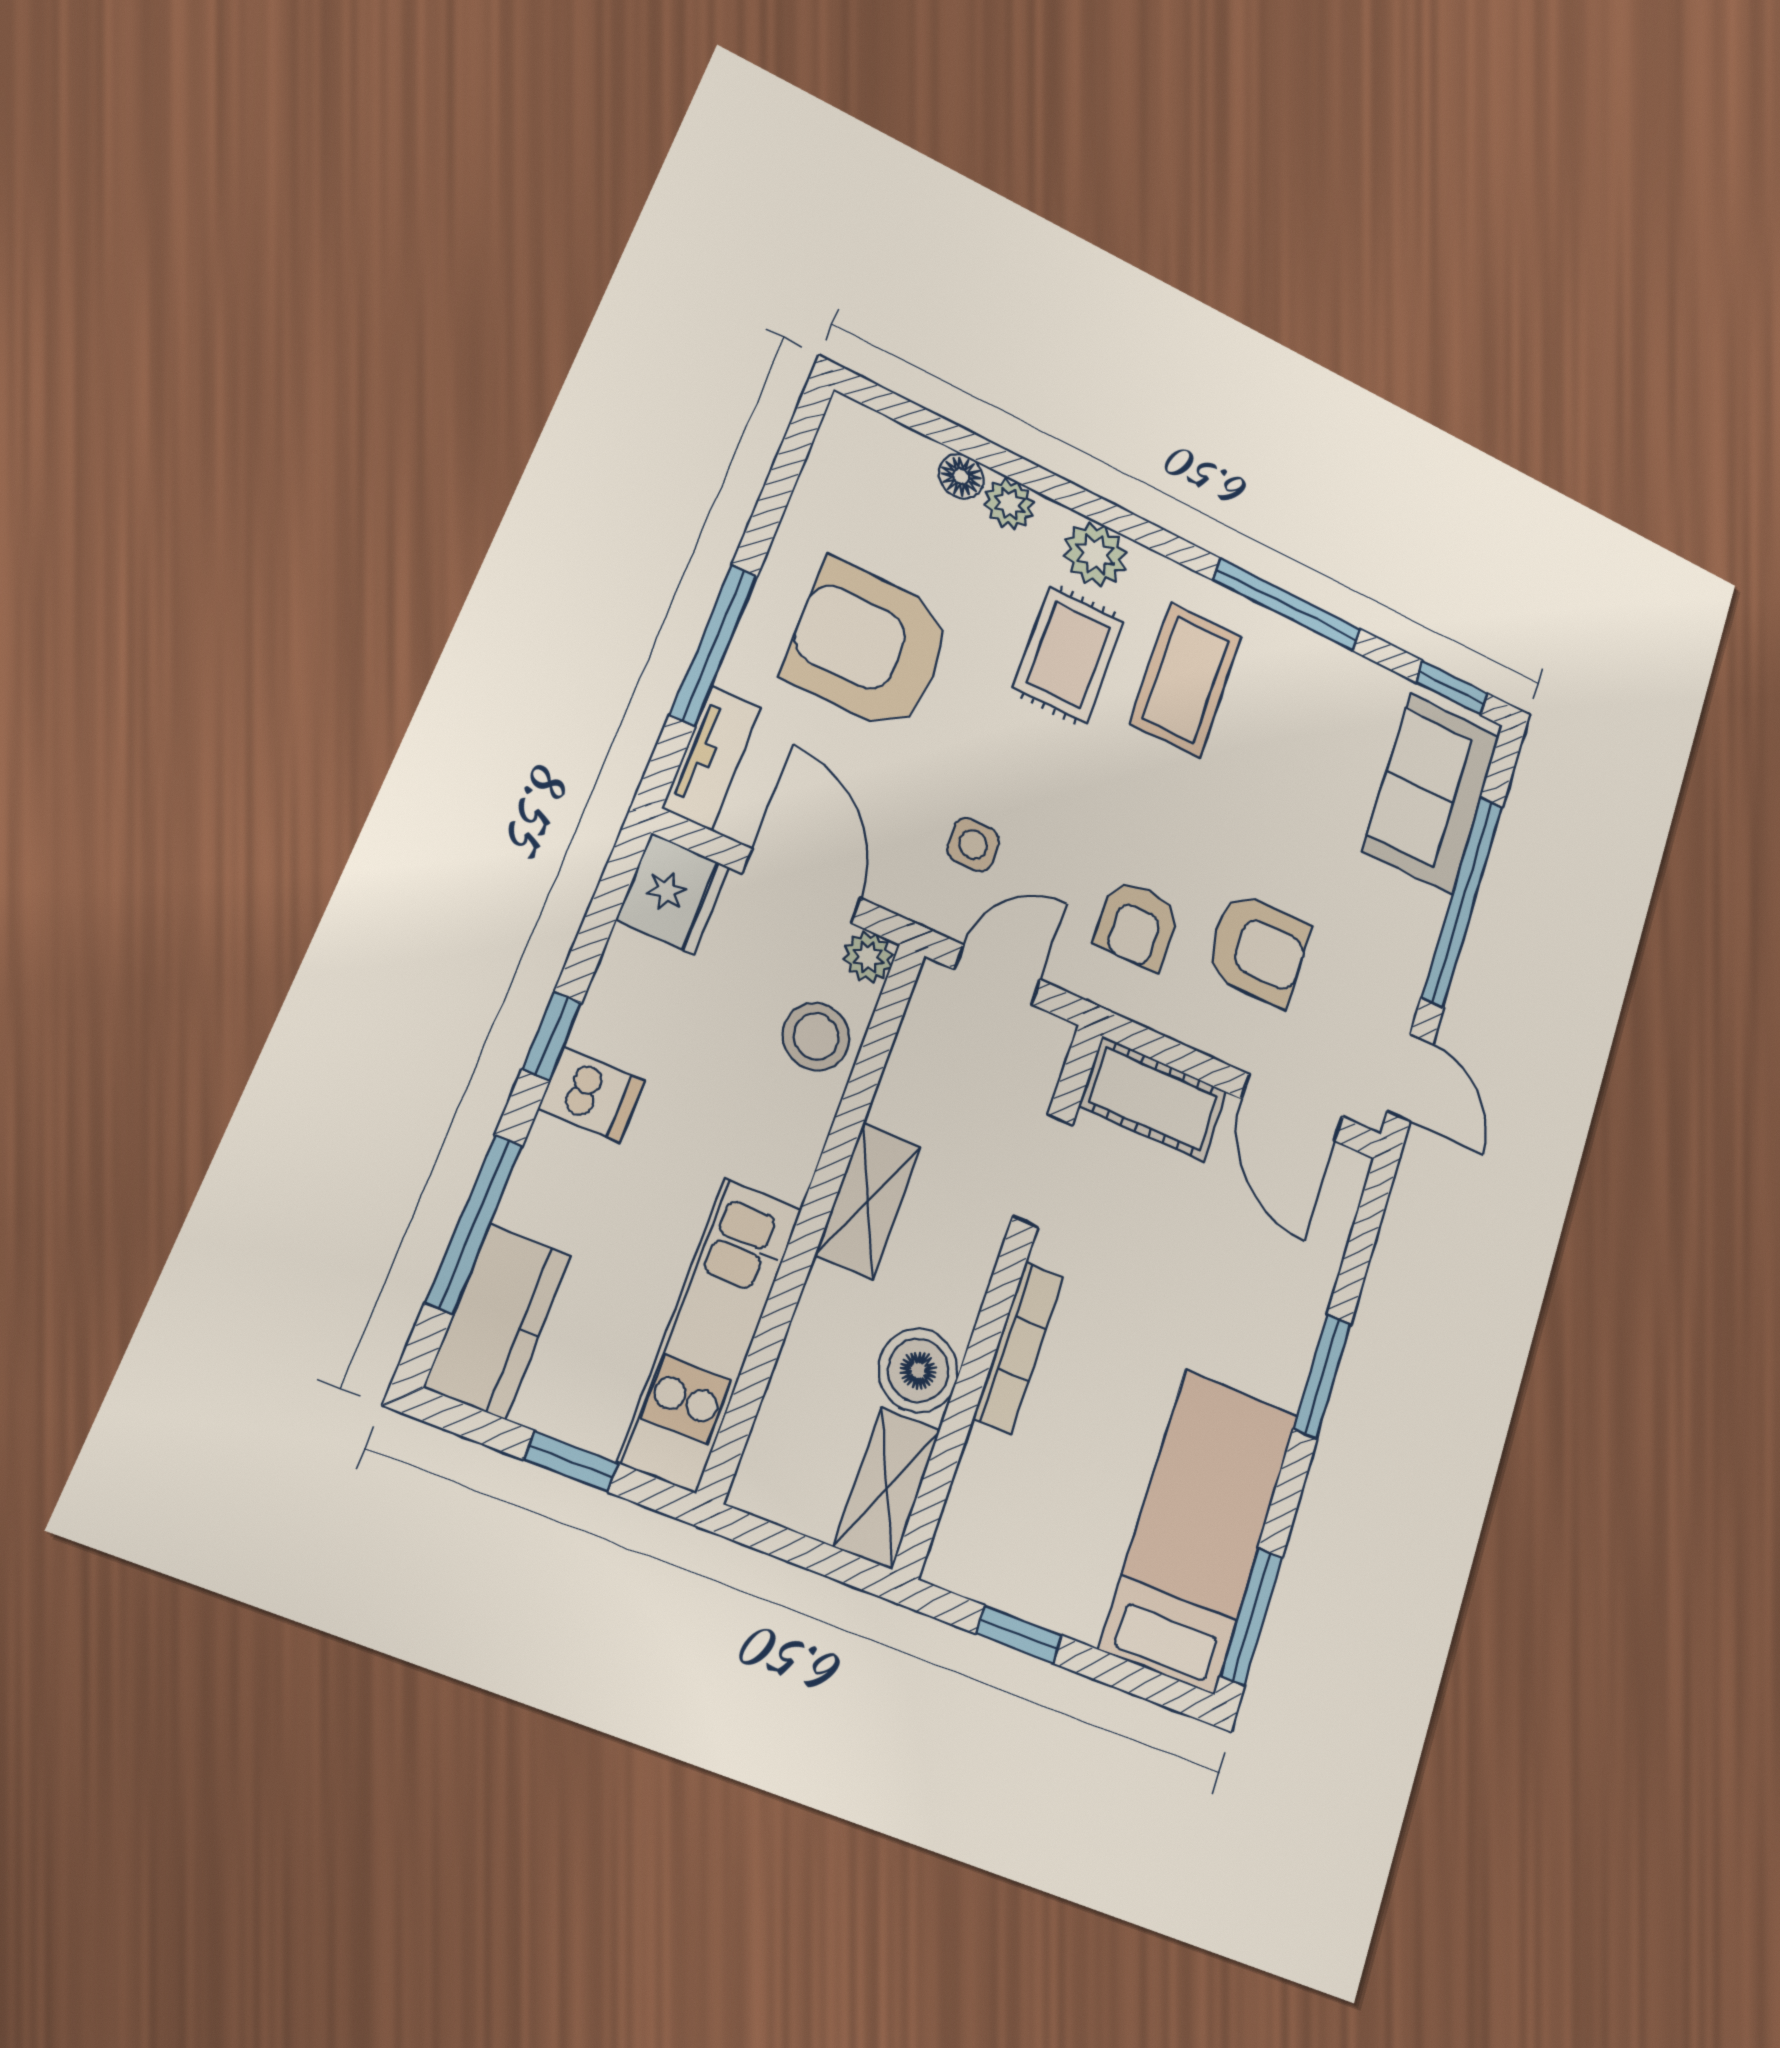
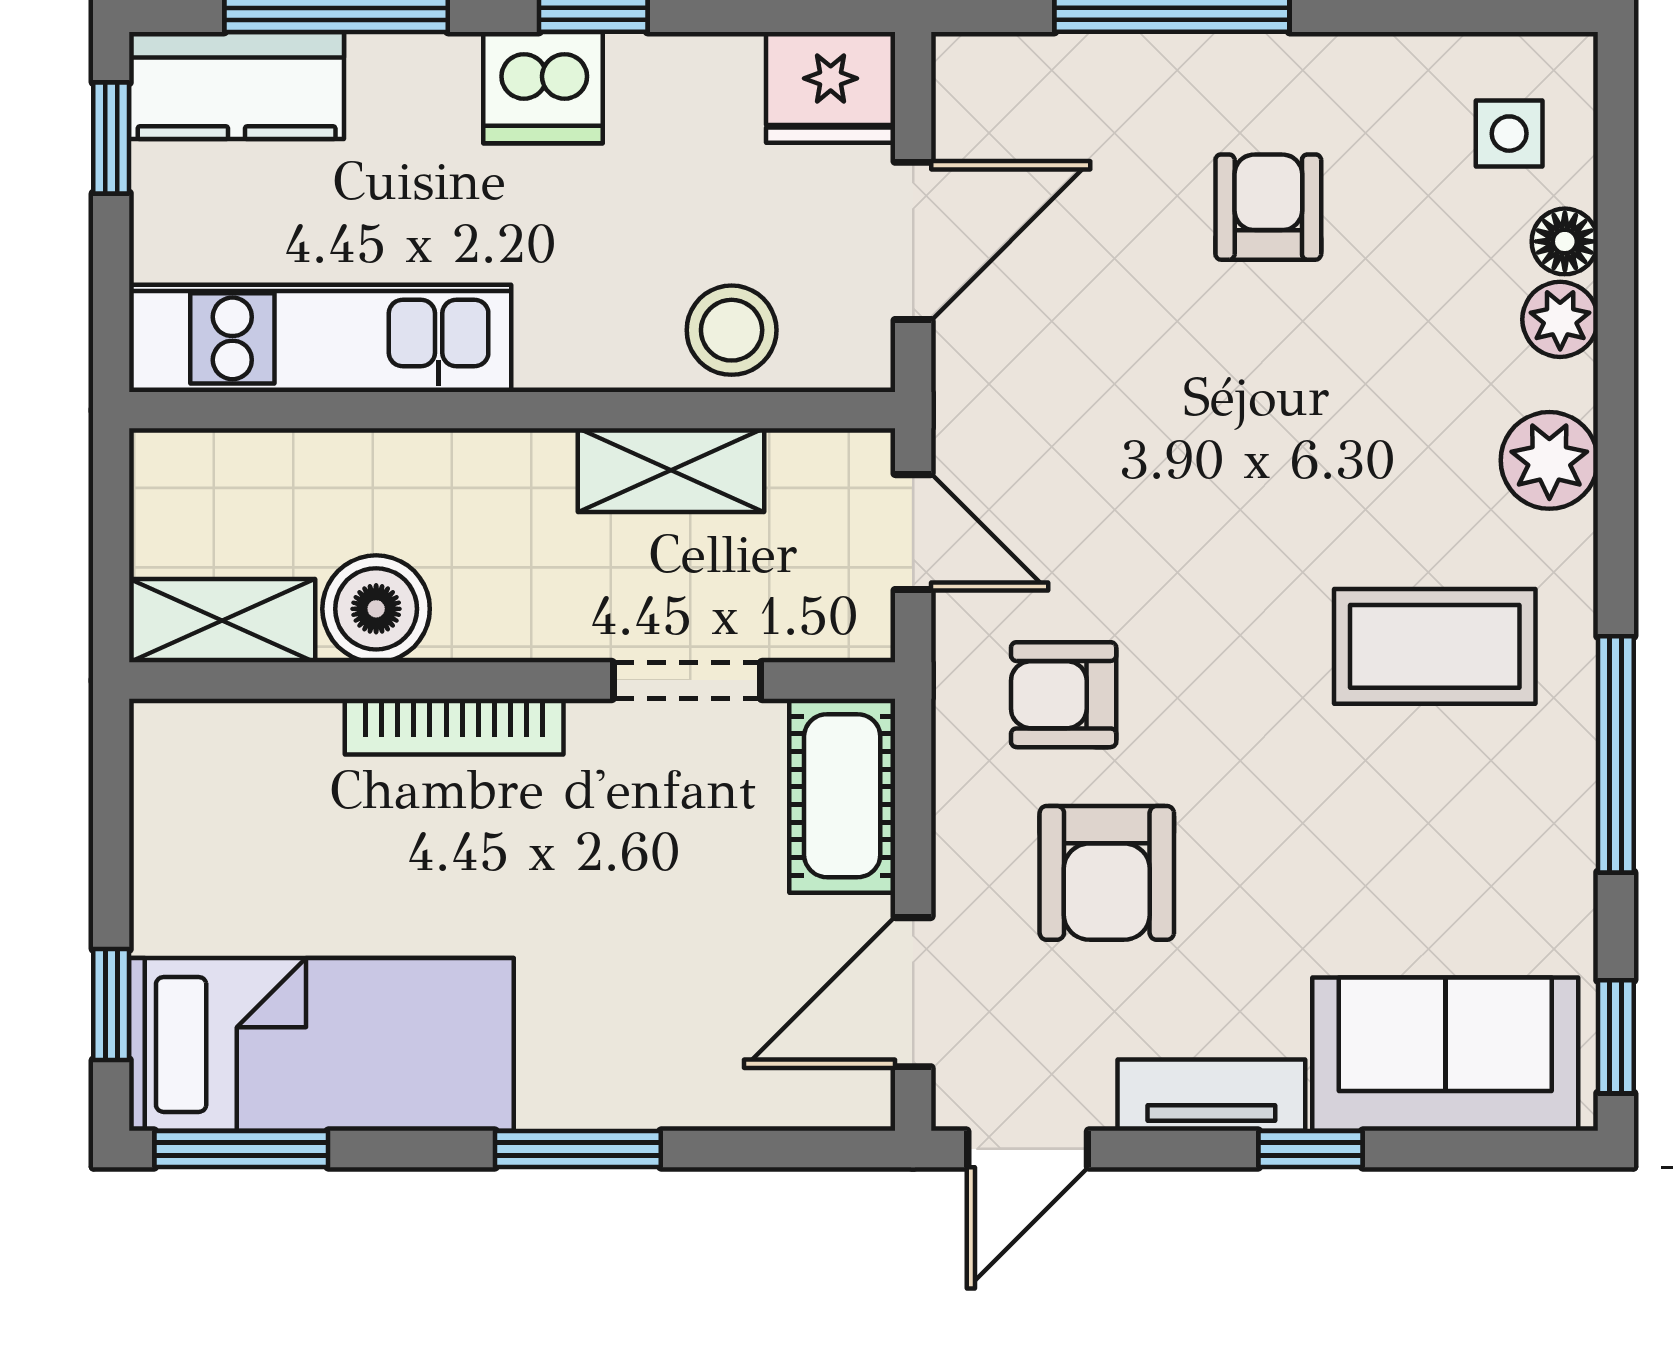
armchair: (868, 646) -> (1268, 207), width x0.53, depth x0.53
rug: (1068, 655) -> (1389, 473), removed
tv unit: (712, 758) -> (1211, 1095), moved, turned 180
side table: (973, 845) -> (1509, 134), moved
window: (1462, 901) -> (1311, 1149), width x0.32
plant: (868, 957) -> (861, 358), removed
dishwasher: (592, 1095) -> (543, 88), width x1.38
shelving: (868, 1201) -> (671, 470), moved
window: (571, 1461) -> (111, 138), moved
window: (1019, 1634) -> (111, 1005), moved

